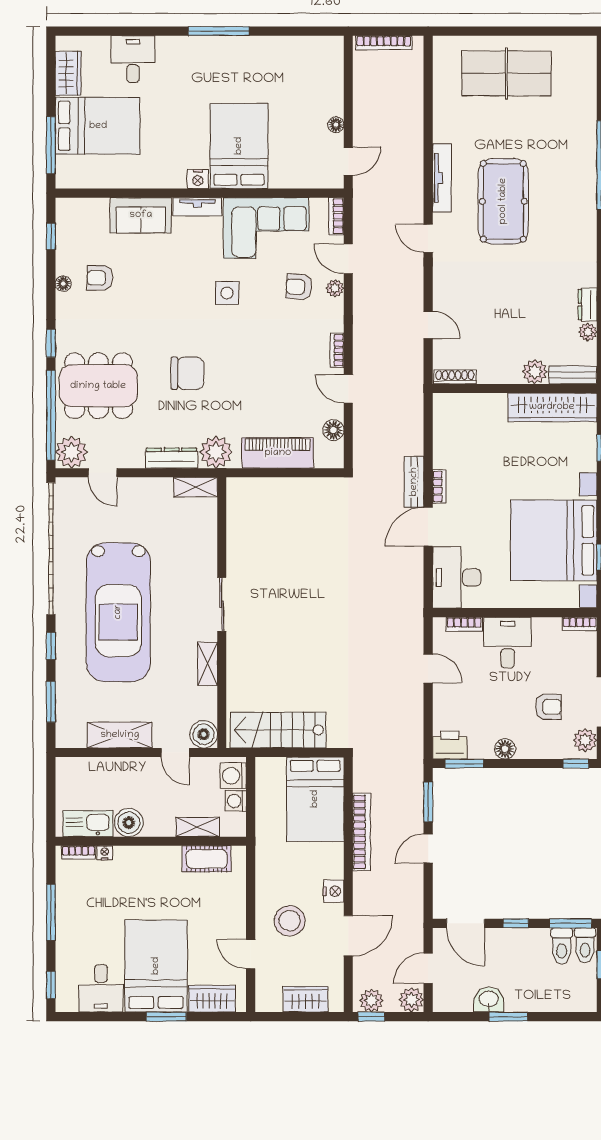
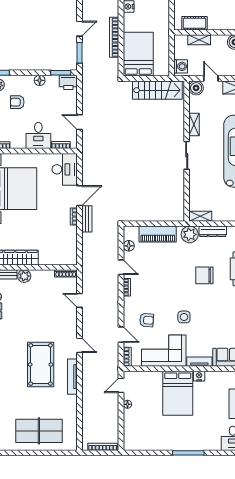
plant: (335, 288) -> (128, 319), removed
washing machine: (236, 801) -> (179, 53), removed

